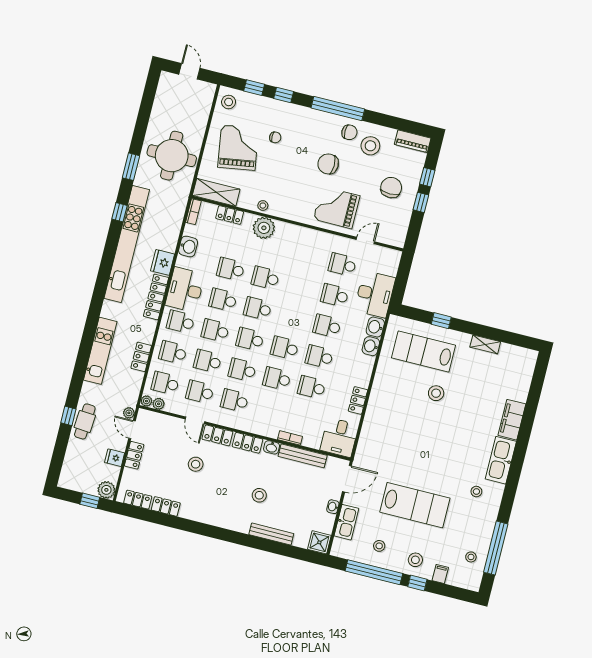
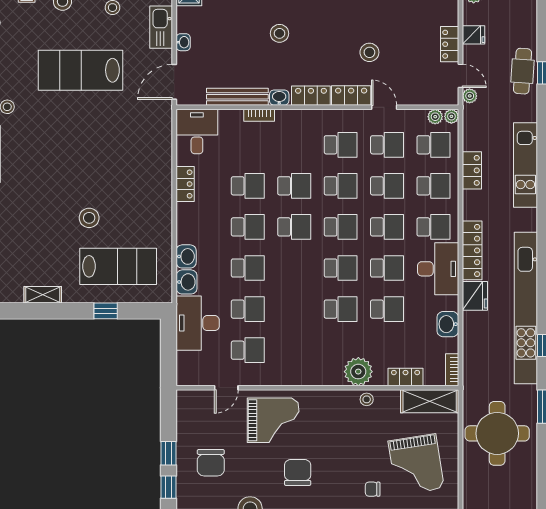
chair: (328, 164) -> (298, 472), turned -91

